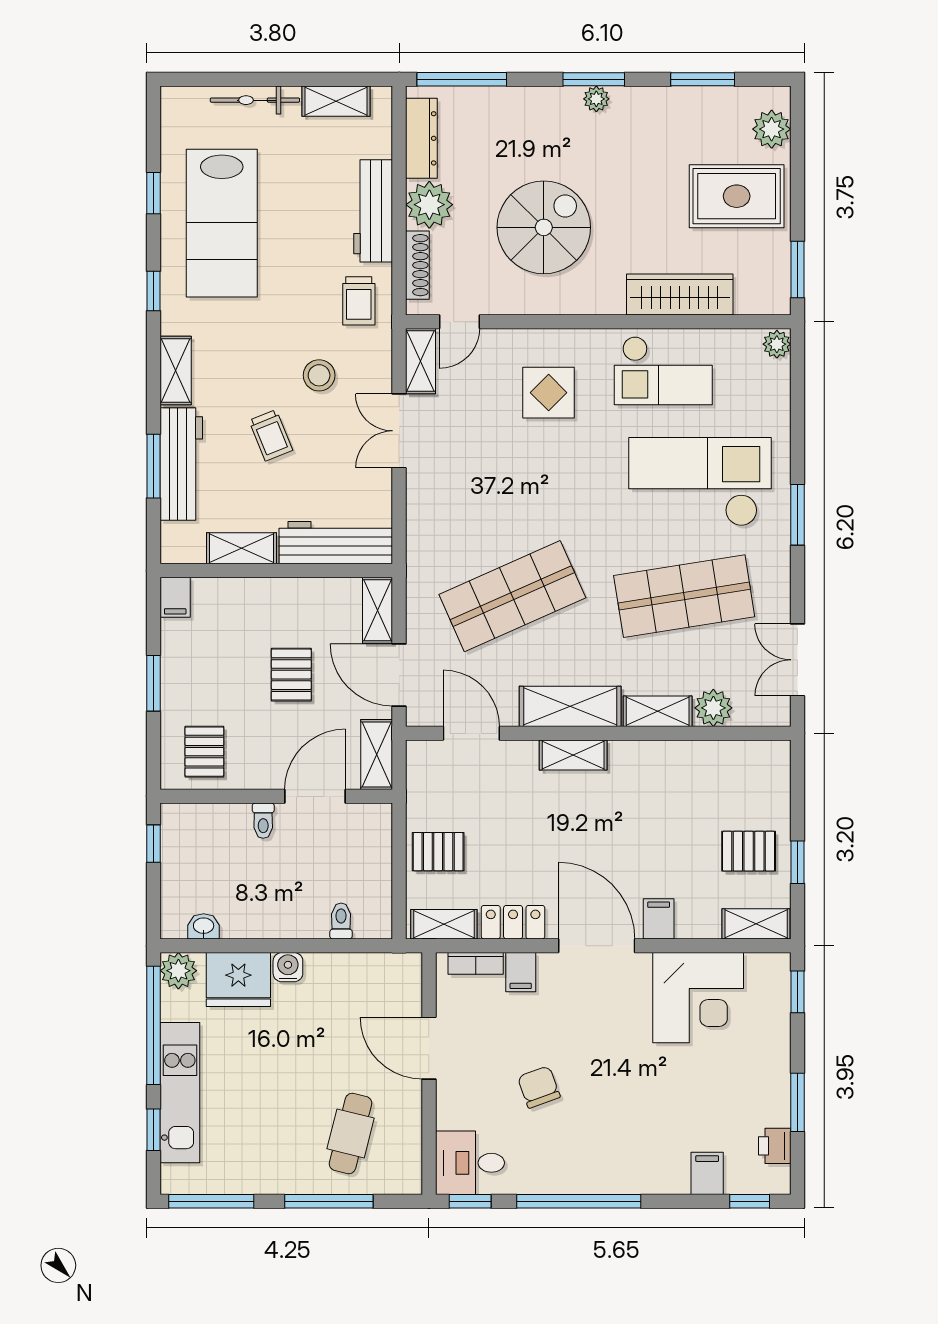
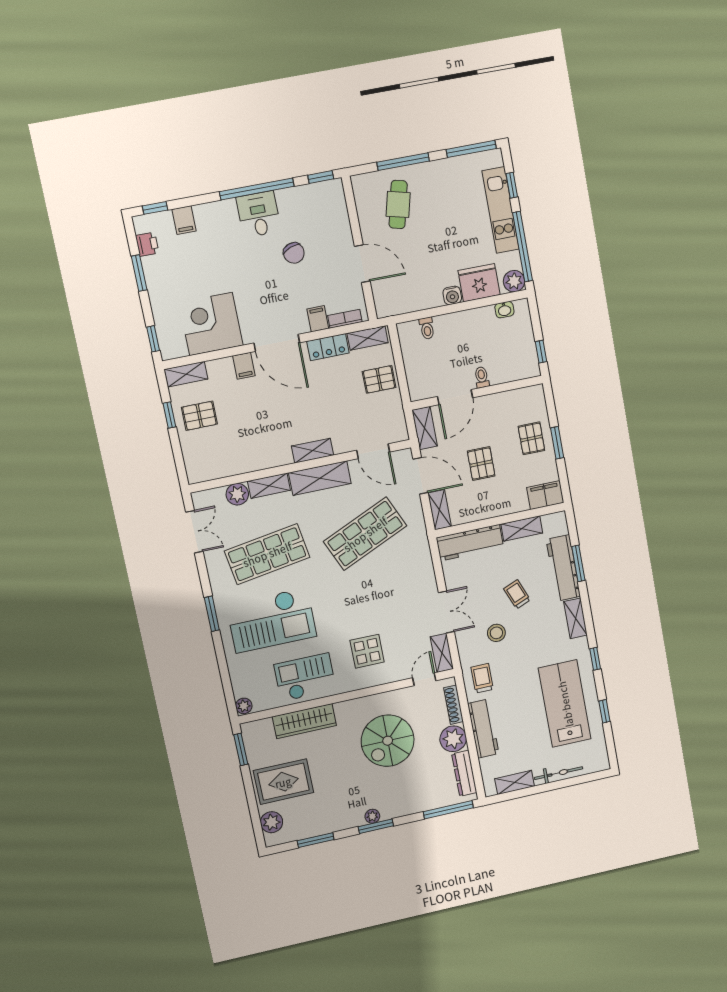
filing cabinet: (175, 597) -> (545, 495), width x2.00
pallet: (204, 752) -> (531, 438), moved
desk: (470, 1163) -> (259, 214), moved, turned -90

